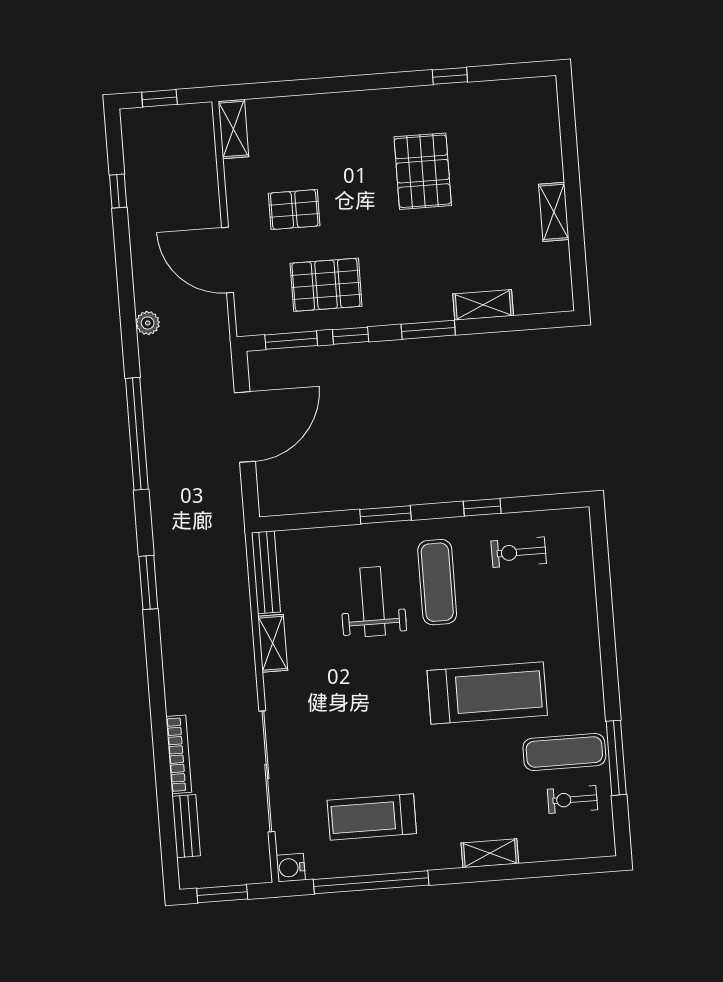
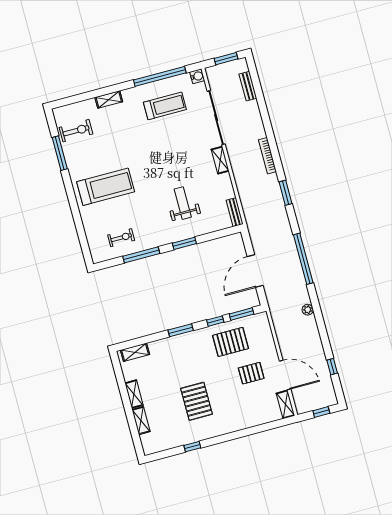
shelving: (549, 152) -> (141, 421), added
door: (228, 260) -> (285, 375), moved
shelving: (483, 305) -> (135, 352), moved
window: (482, 507) -> (141, 255), width x2.17
bench: (266, 572) -> (235, 212), width x0.73
exercise mat: (437, 582) -> (155, 217), removed
weight bench: (373, 602) -> (183, 203), turned 180
shelving: (273, 643) -> (220, 160), moved
treadmill: (487, 693) -> (106, 187), moved, turned 180
exercise mat: (564, 752) -> (84, 151), removed
bookcase: (179, 754) -> (267, 156), moved
exercise bike: (572, 799) -> (76, 131), width x1.38, depth x1.39

